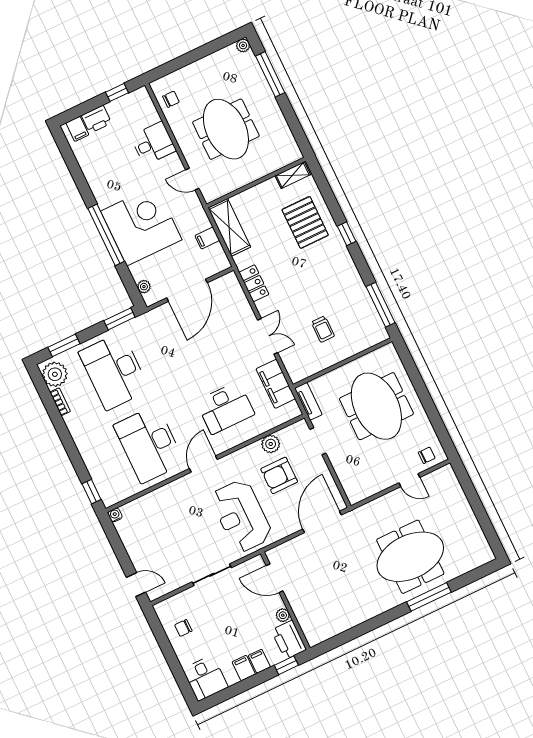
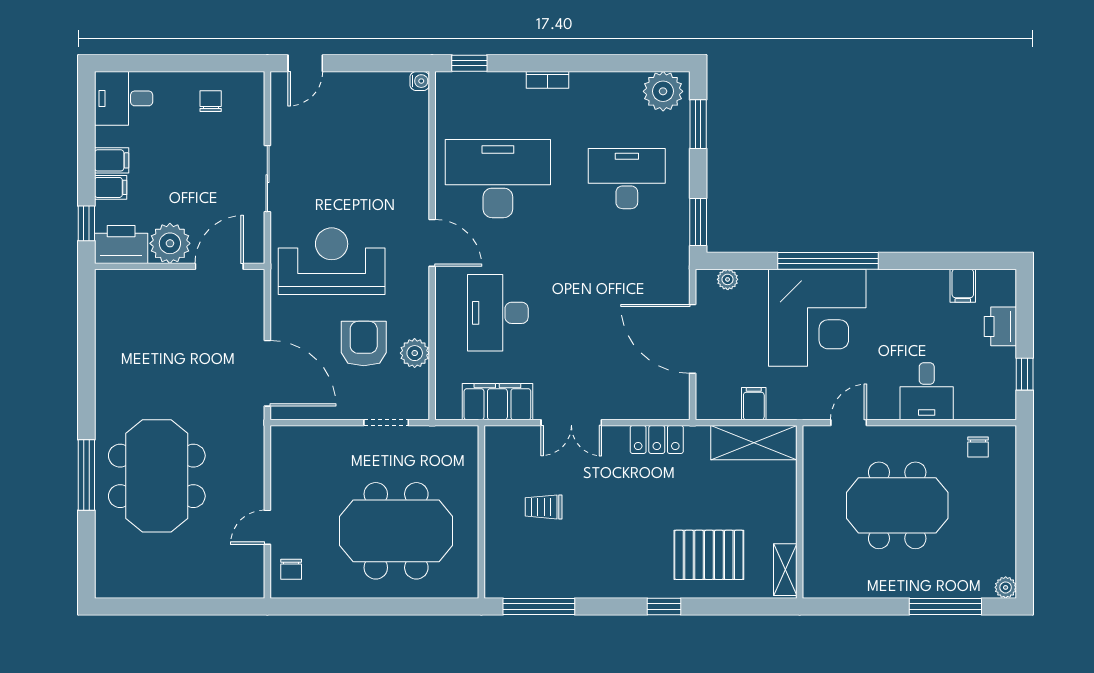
filing cabinet: (77, 129) -> (963, 286), moved, turned -90
desk: (114, 371) -> (627, 179), width x0.73, depth x0.77
tv unit: (308, 401) -> (450, 436), removed
bookcase: (60, 402) -> (547, 80), moved
plant: (283, 615) -> (170, 243), width x1.88, depth x1.88

